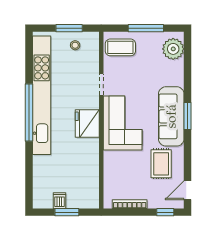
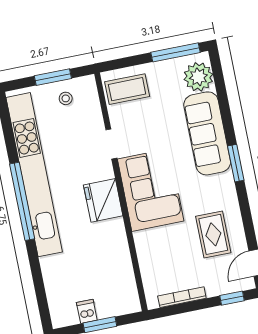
window: (146, 28) -> (176, 52), moved
sofa: (171, 116) -> (207, 133), moved

